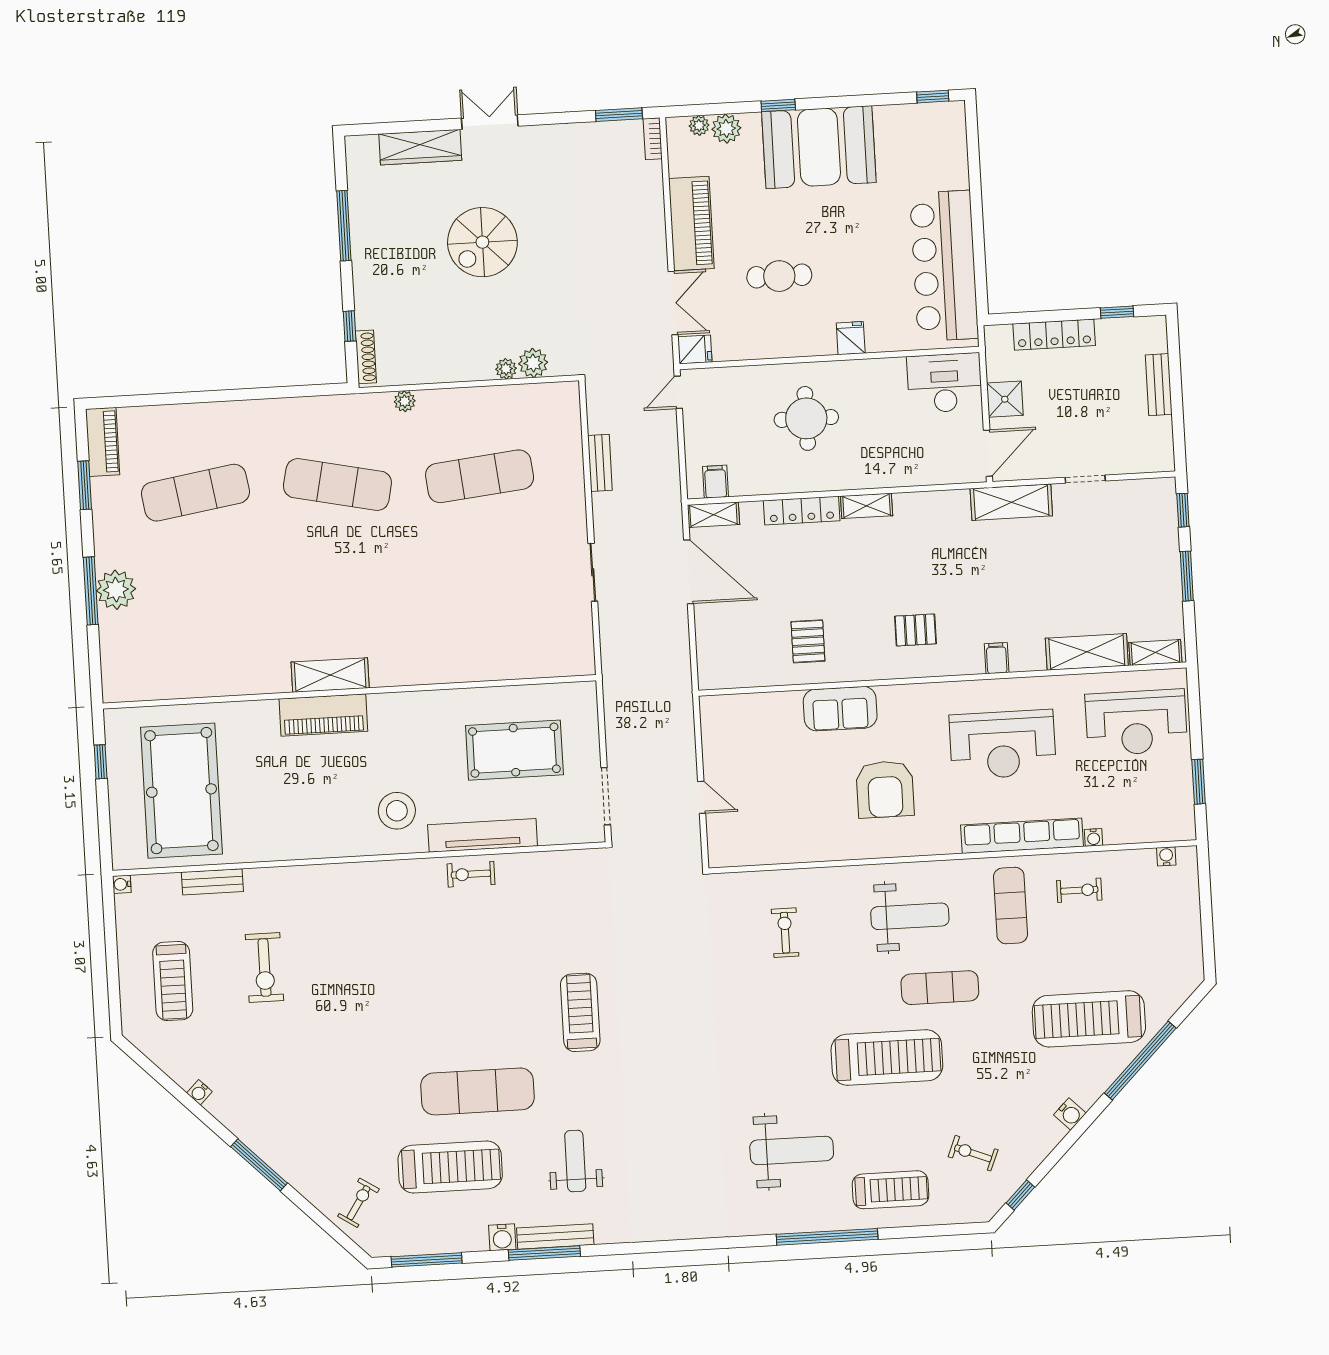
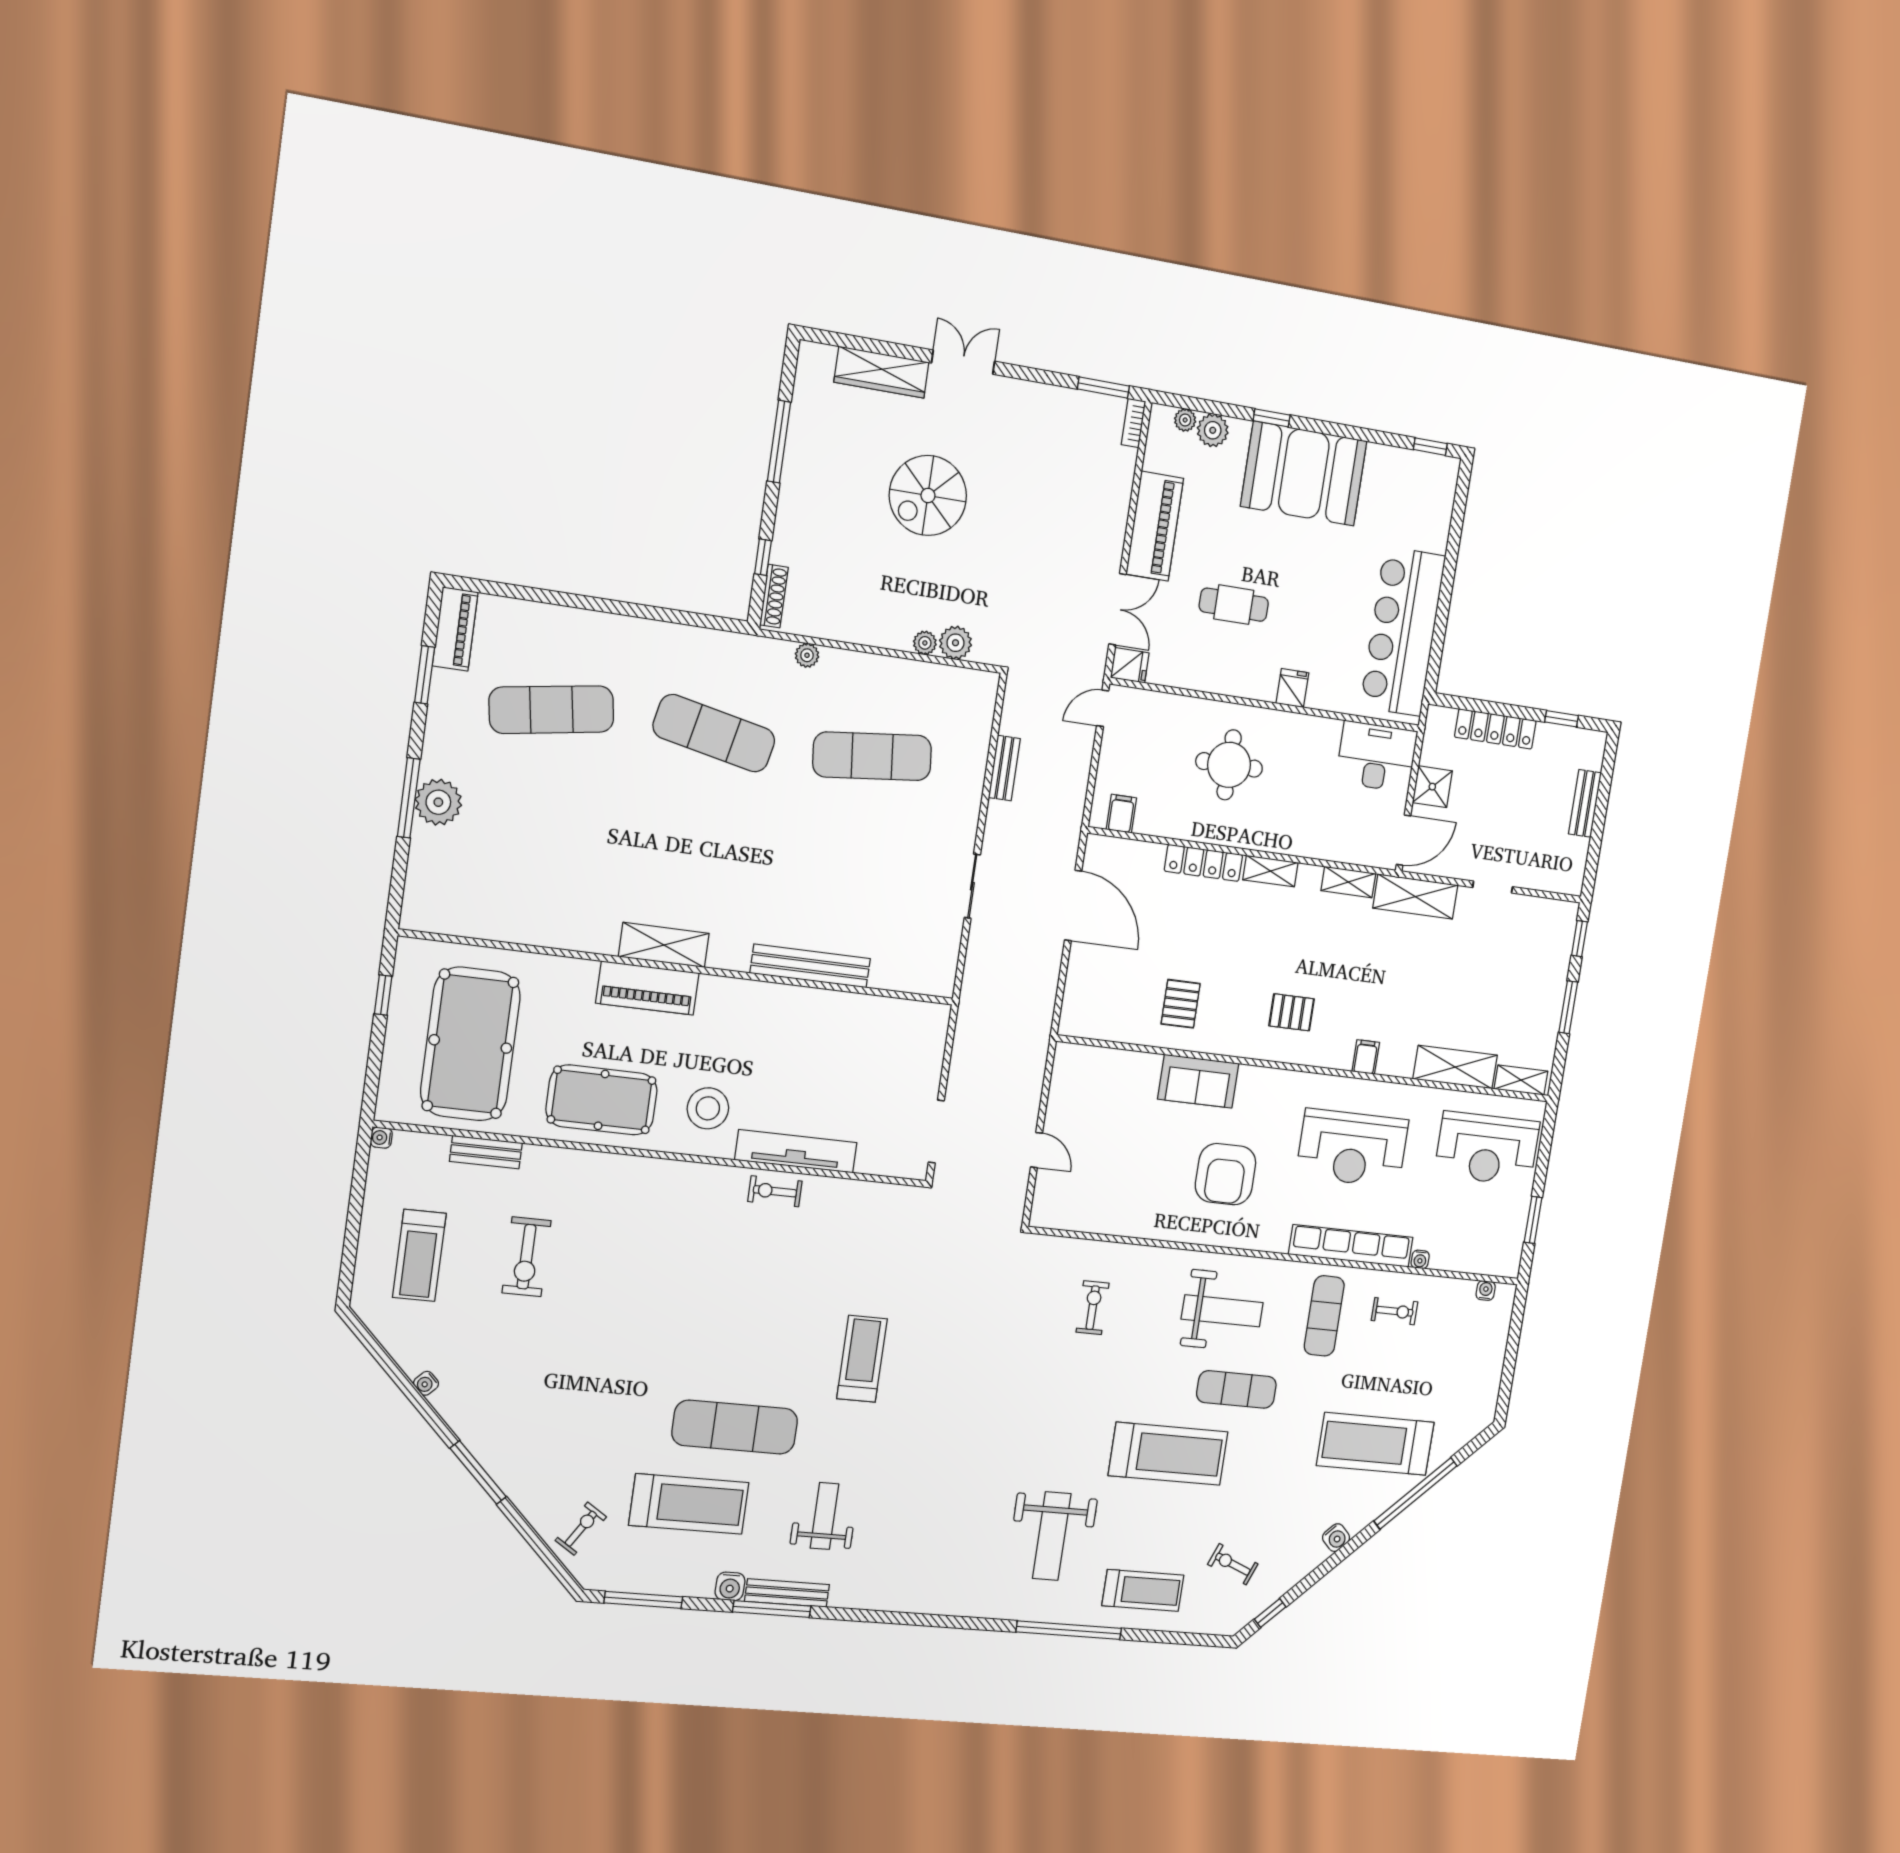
shelving: (713, 515) -> (1348, 882), moved
bench: (462, 670) -> (810, 966), added
pool table: (514, 750) -> (602, 1100), moved
weight bench: (792, 1150) -> (1052, 1536), turned 90

